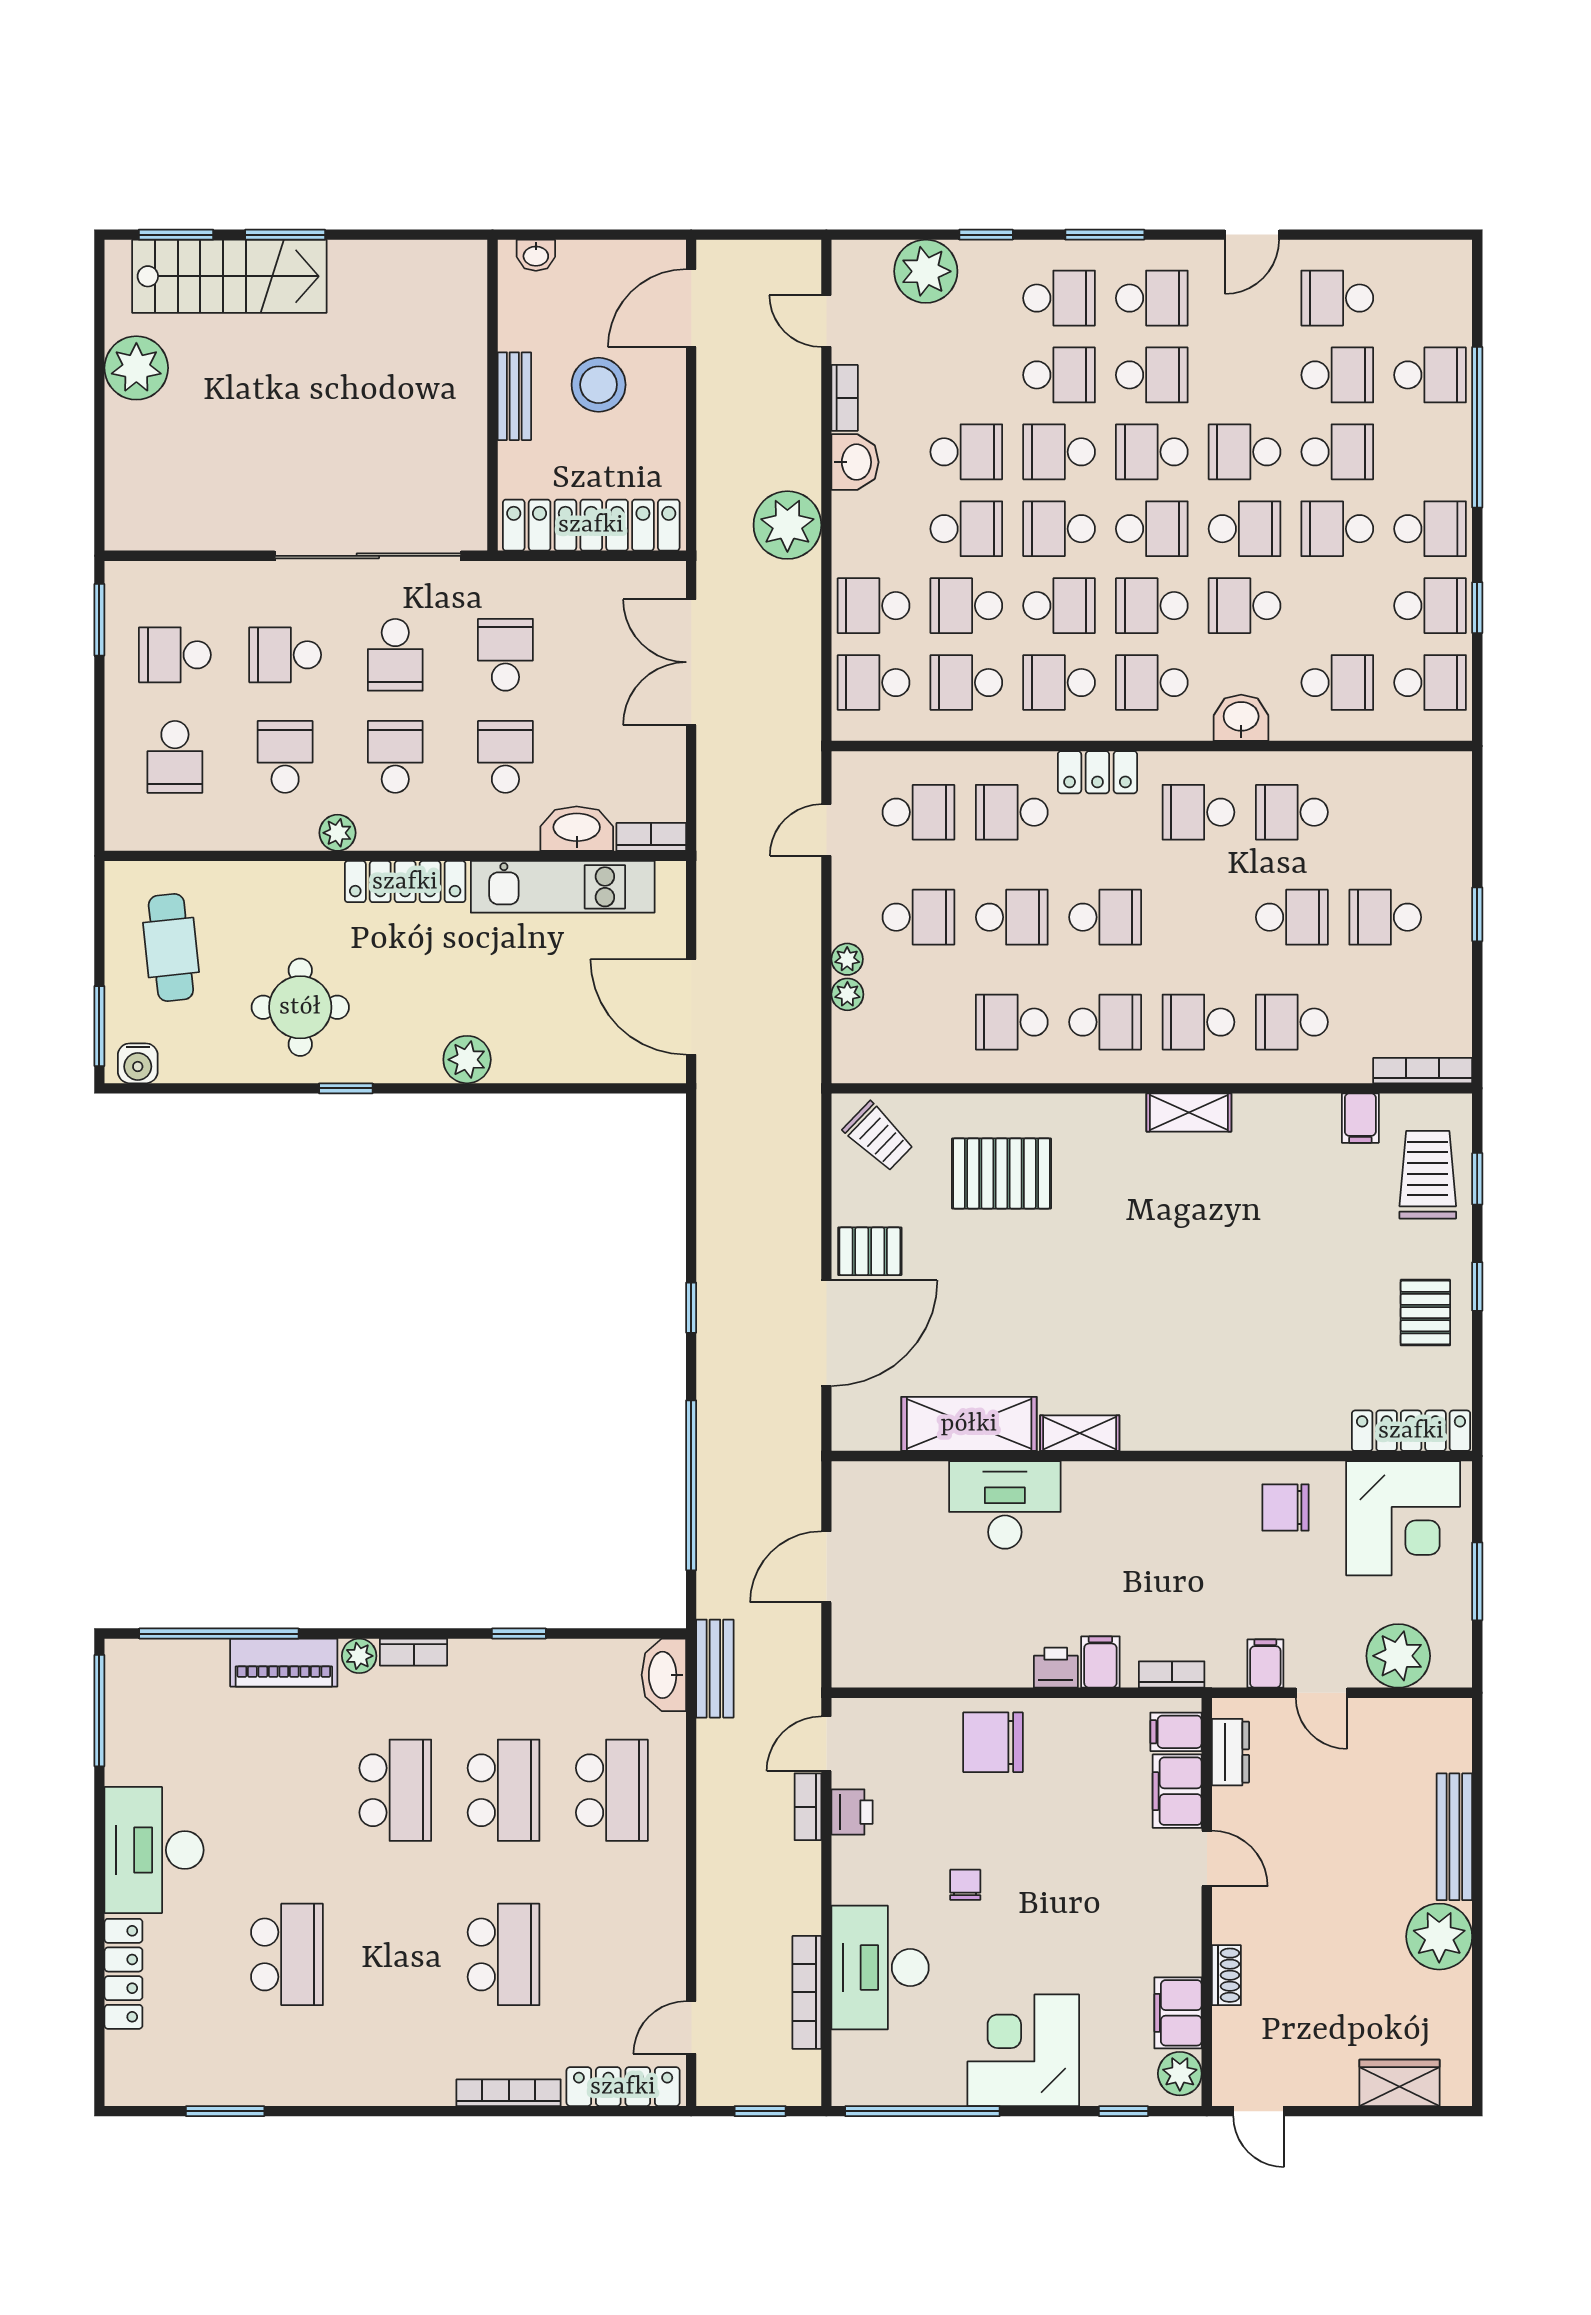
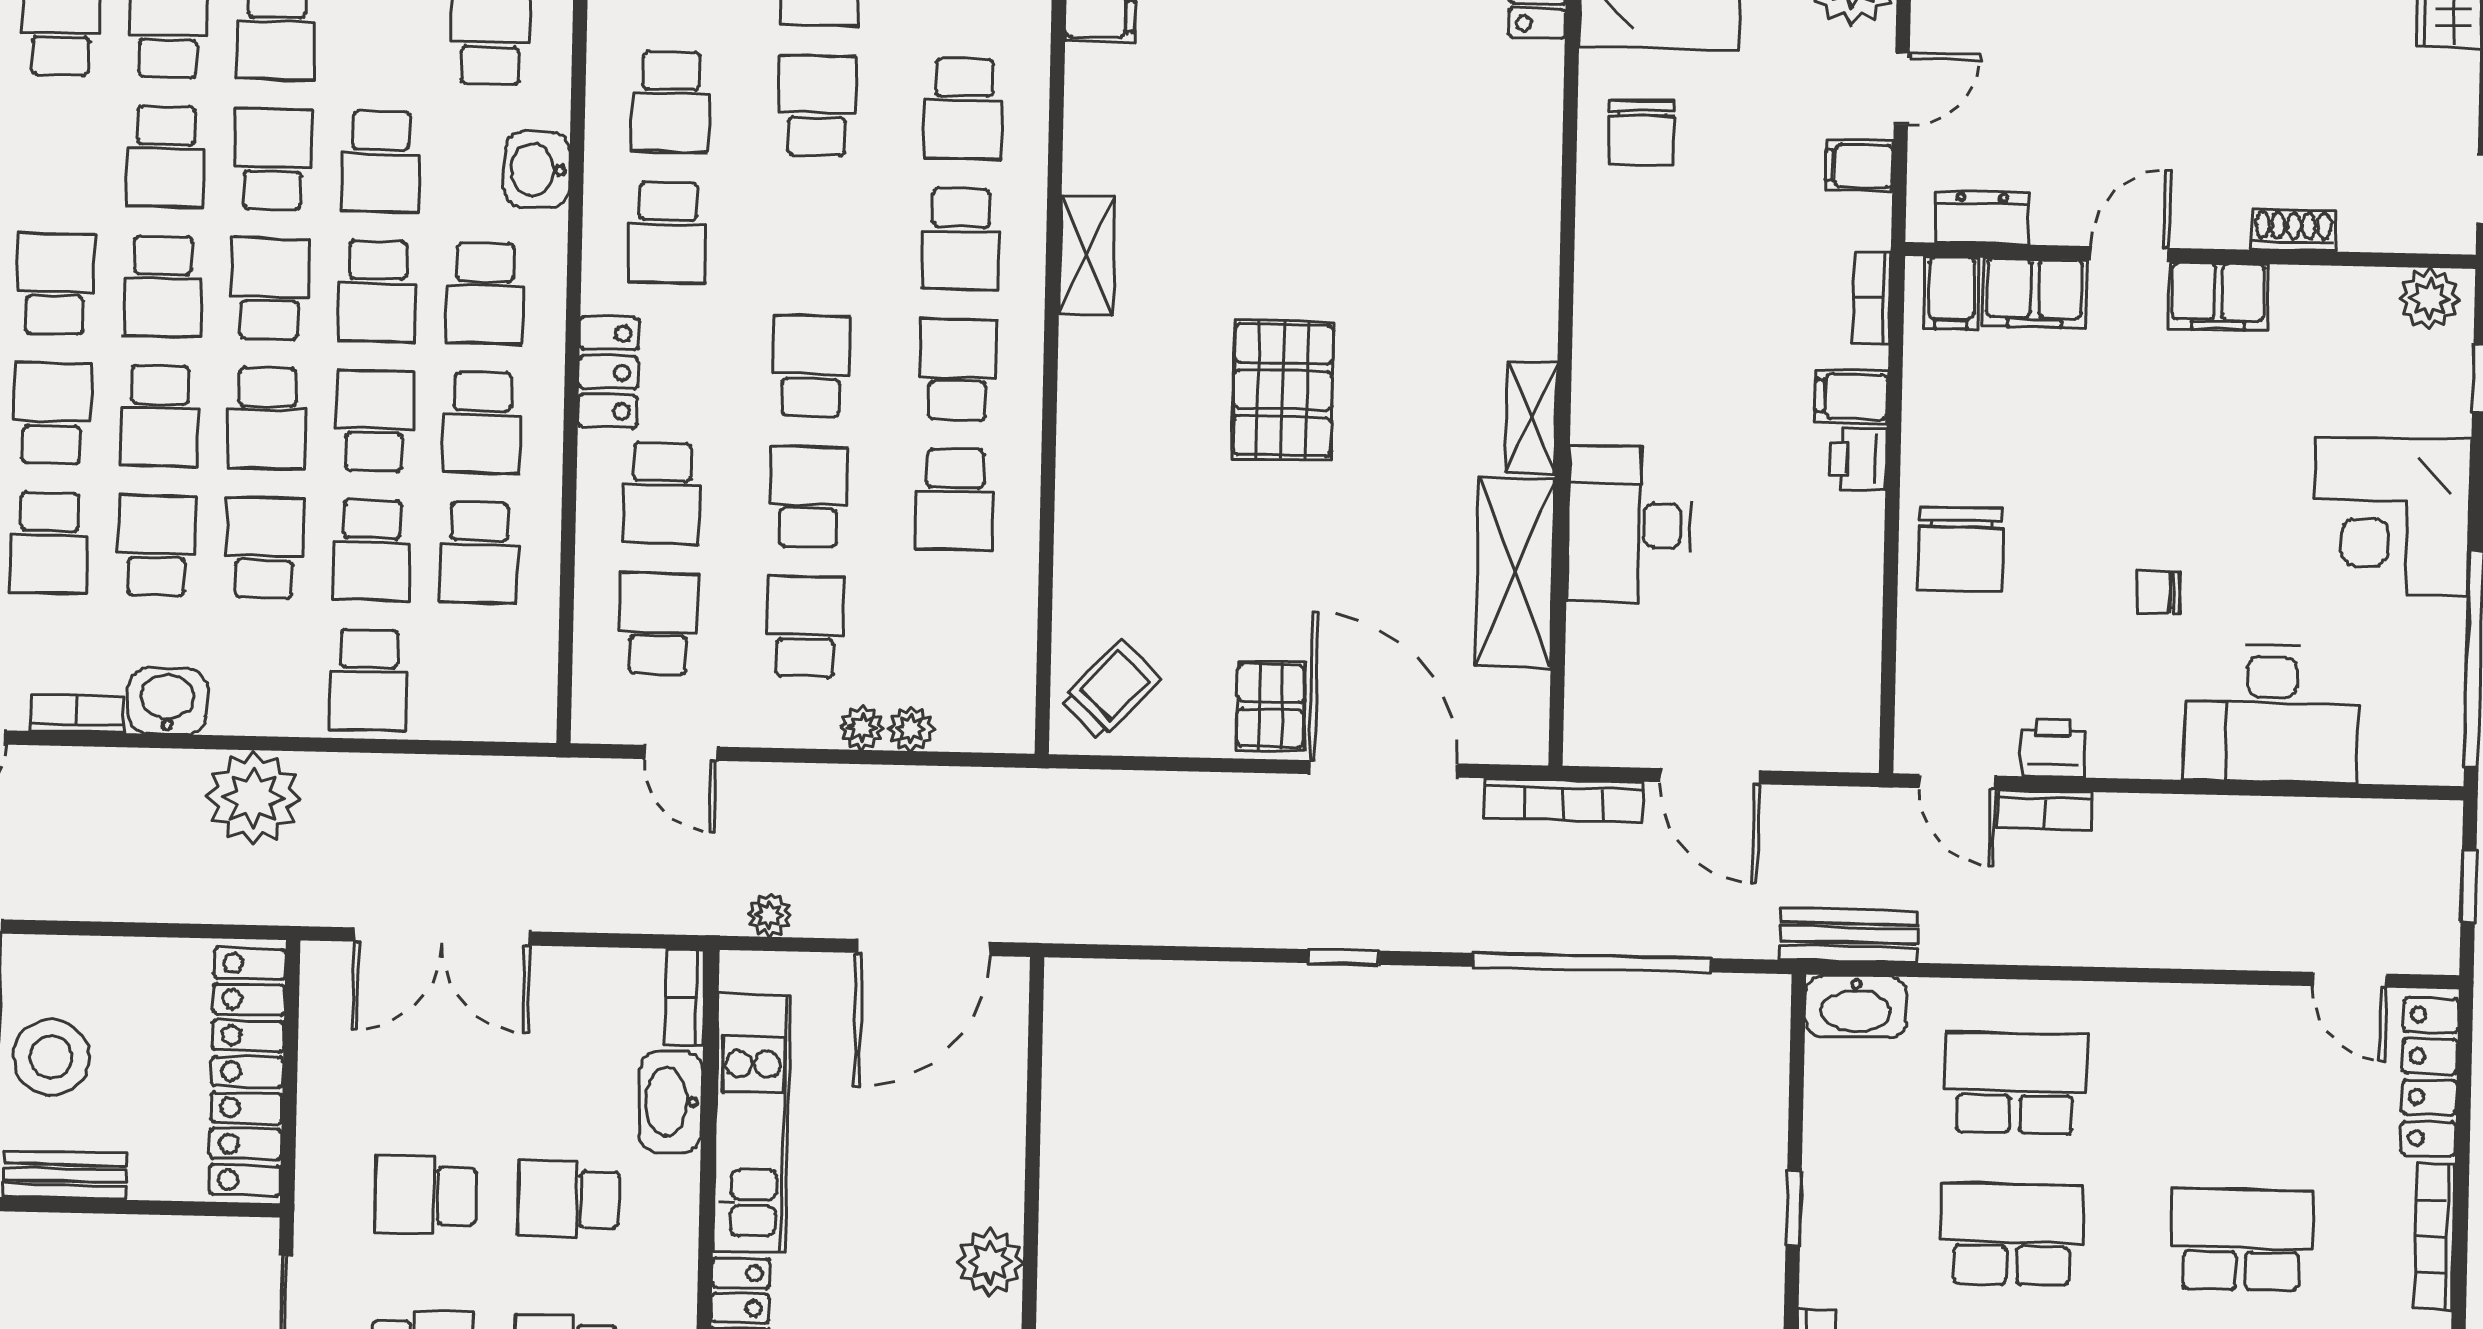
school desk: (874, 683) -> (49, 543), moved
plant: (712, 896) -> (770, 915), added
pallet: (1001, 1173) -> (1283, 390), moved
bookcase: (807, 1992) -> (1563, 800), moved
filing cabinet: (1178, 2013) -> (2219, 296), moved

